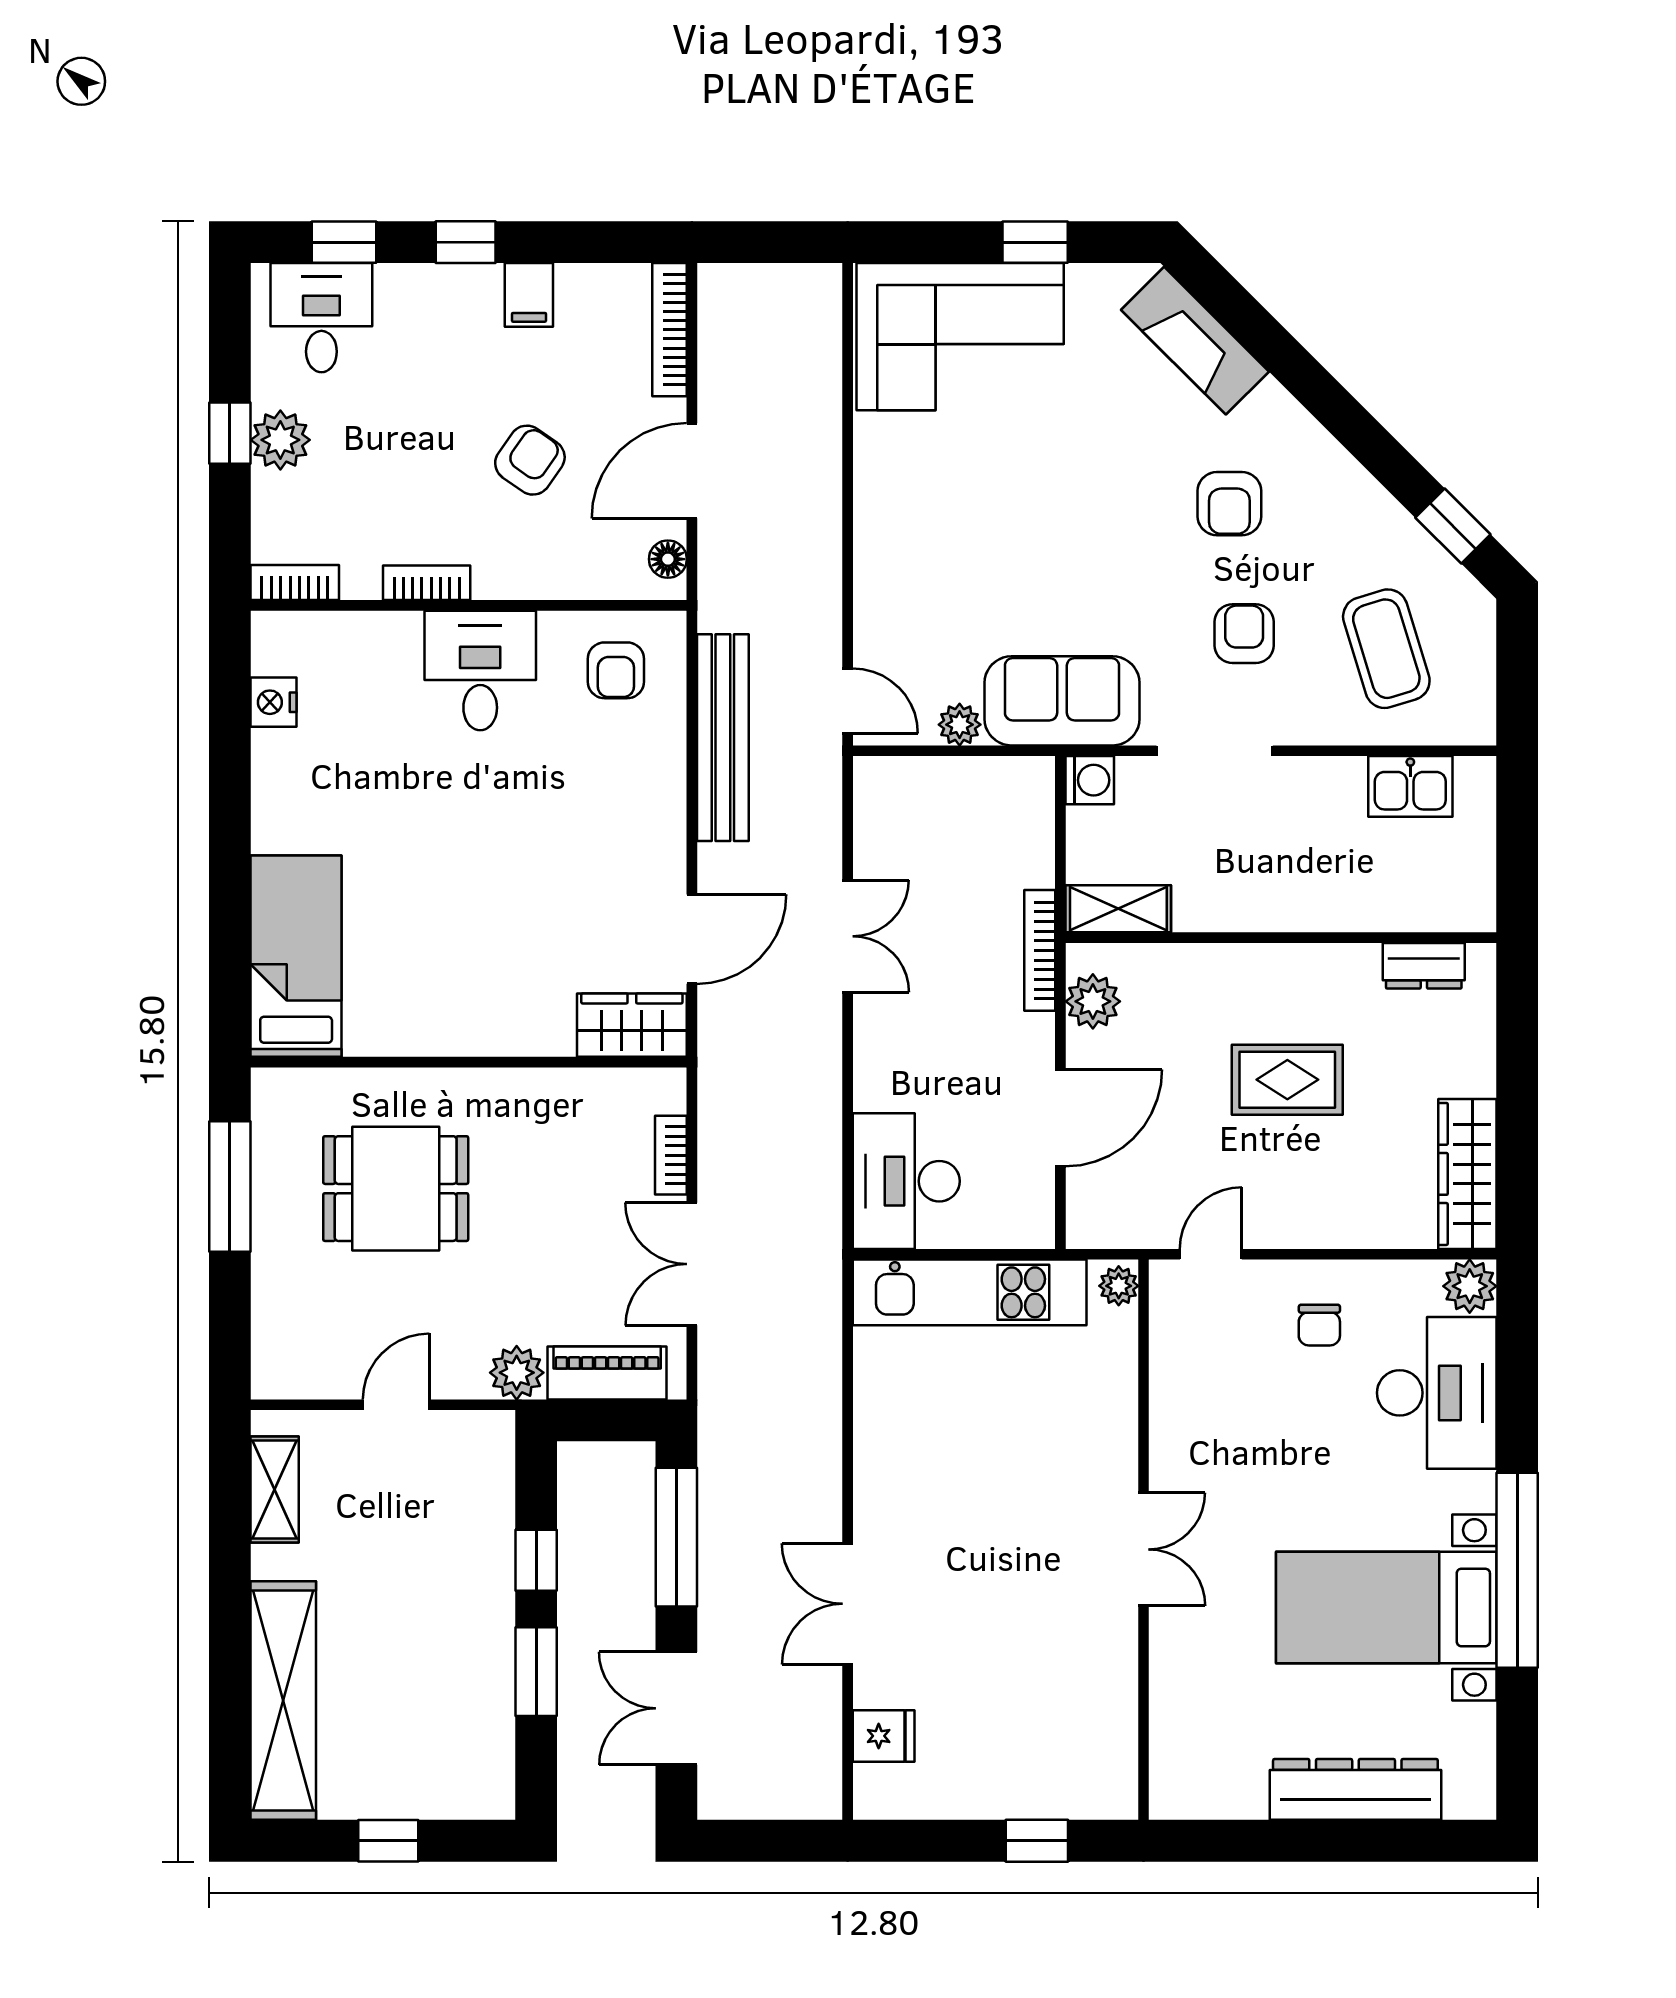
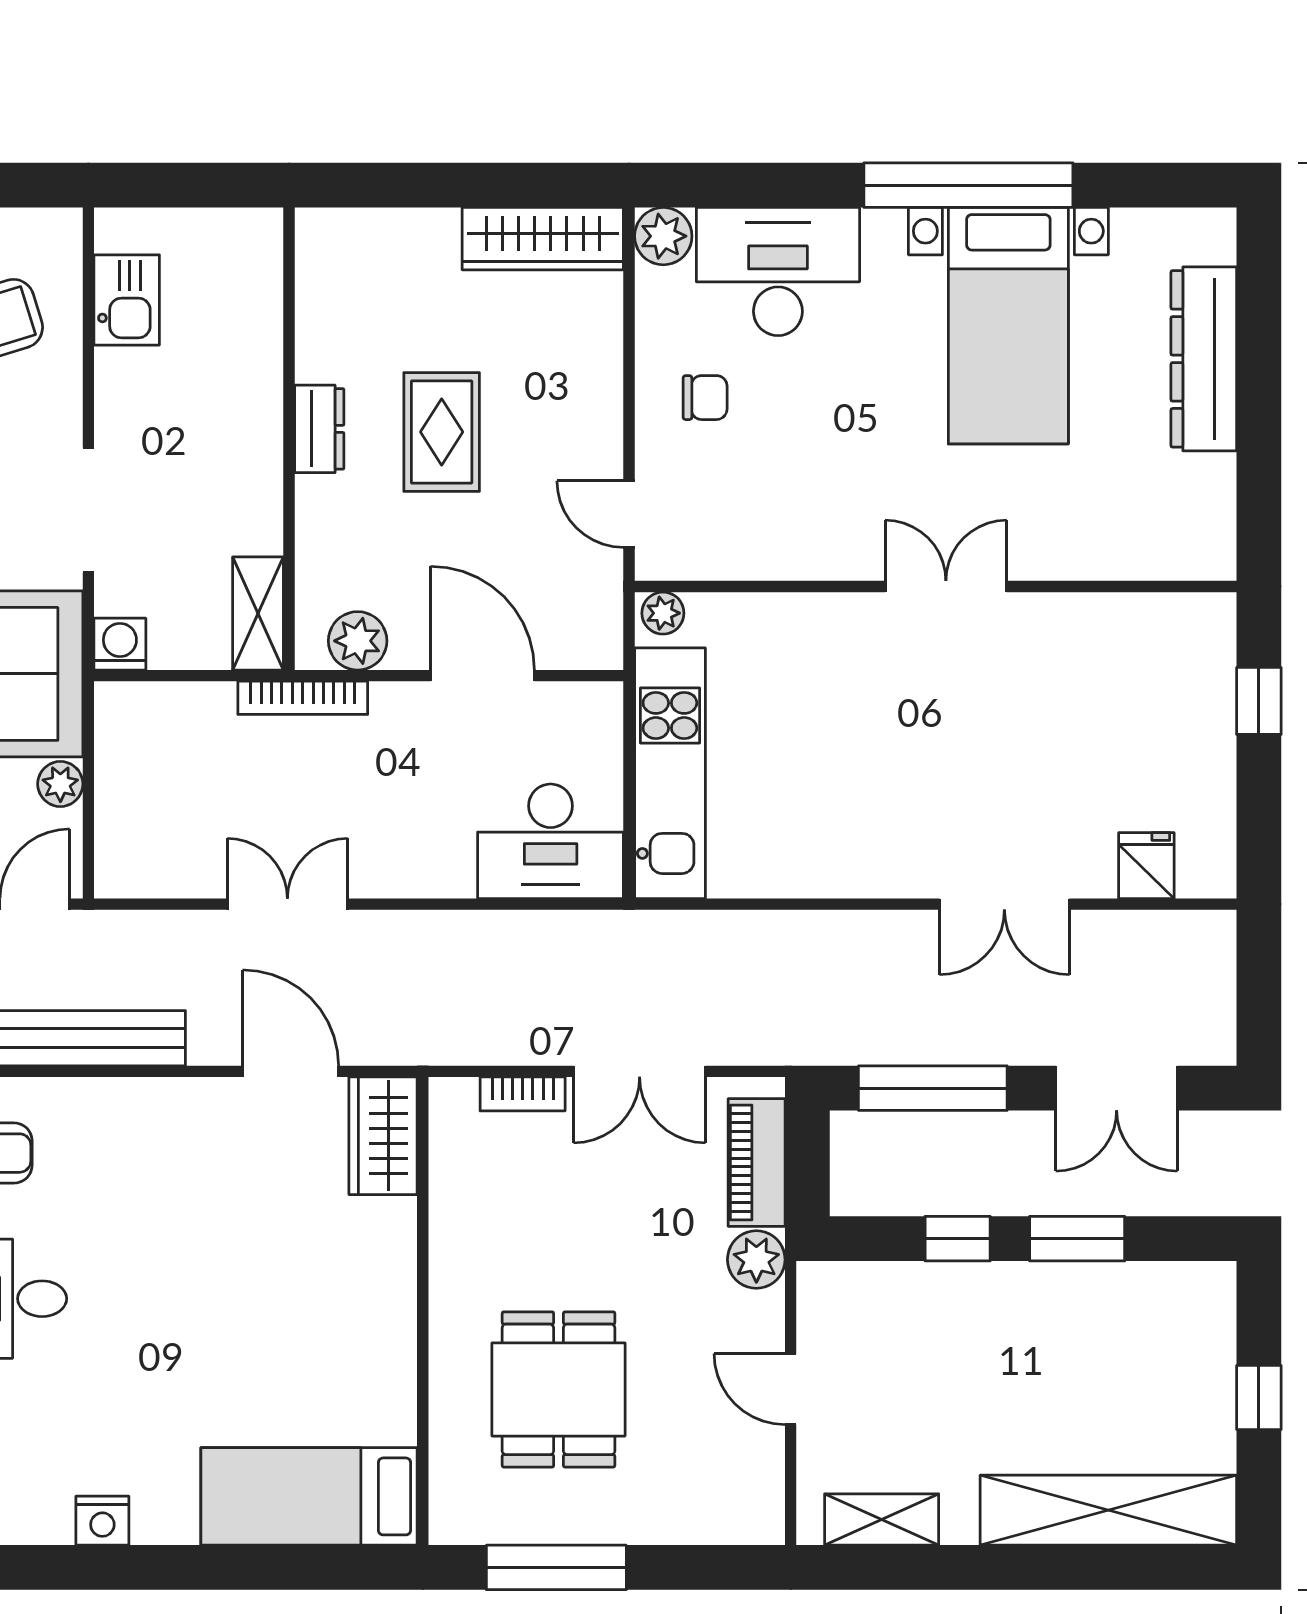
nightstand: (273, 702) -> (102, 1521), moved
dresser: (1424, 966) -> (319, 429), moved

